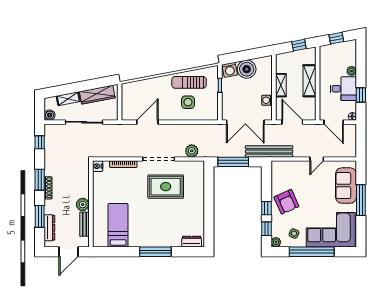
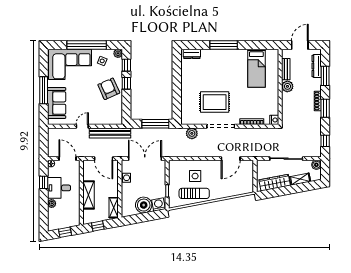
shelving: (281, 85) -> (114, 208), moved
bench: (269, 151) -> (110, 133), moved

